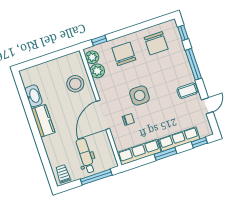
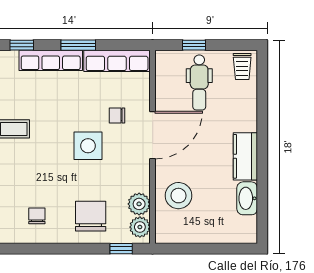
chair: (156, 43) -> (37, 216), width x0.54, depth x0.54
chair: (124, 54) -> (91, 216), turned 180
window: (96, 177) -> (194, 45), width x0.46

